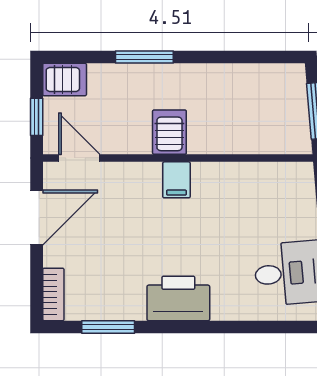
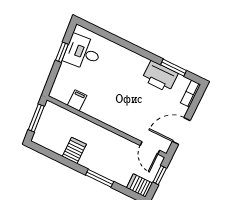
server rack: (169, 132) -> (74, 150), moved, turned 180
filing cabinet: (176, 180) -> (77, 100), moved
printer: (178, 298) -> (160, 76), moved

